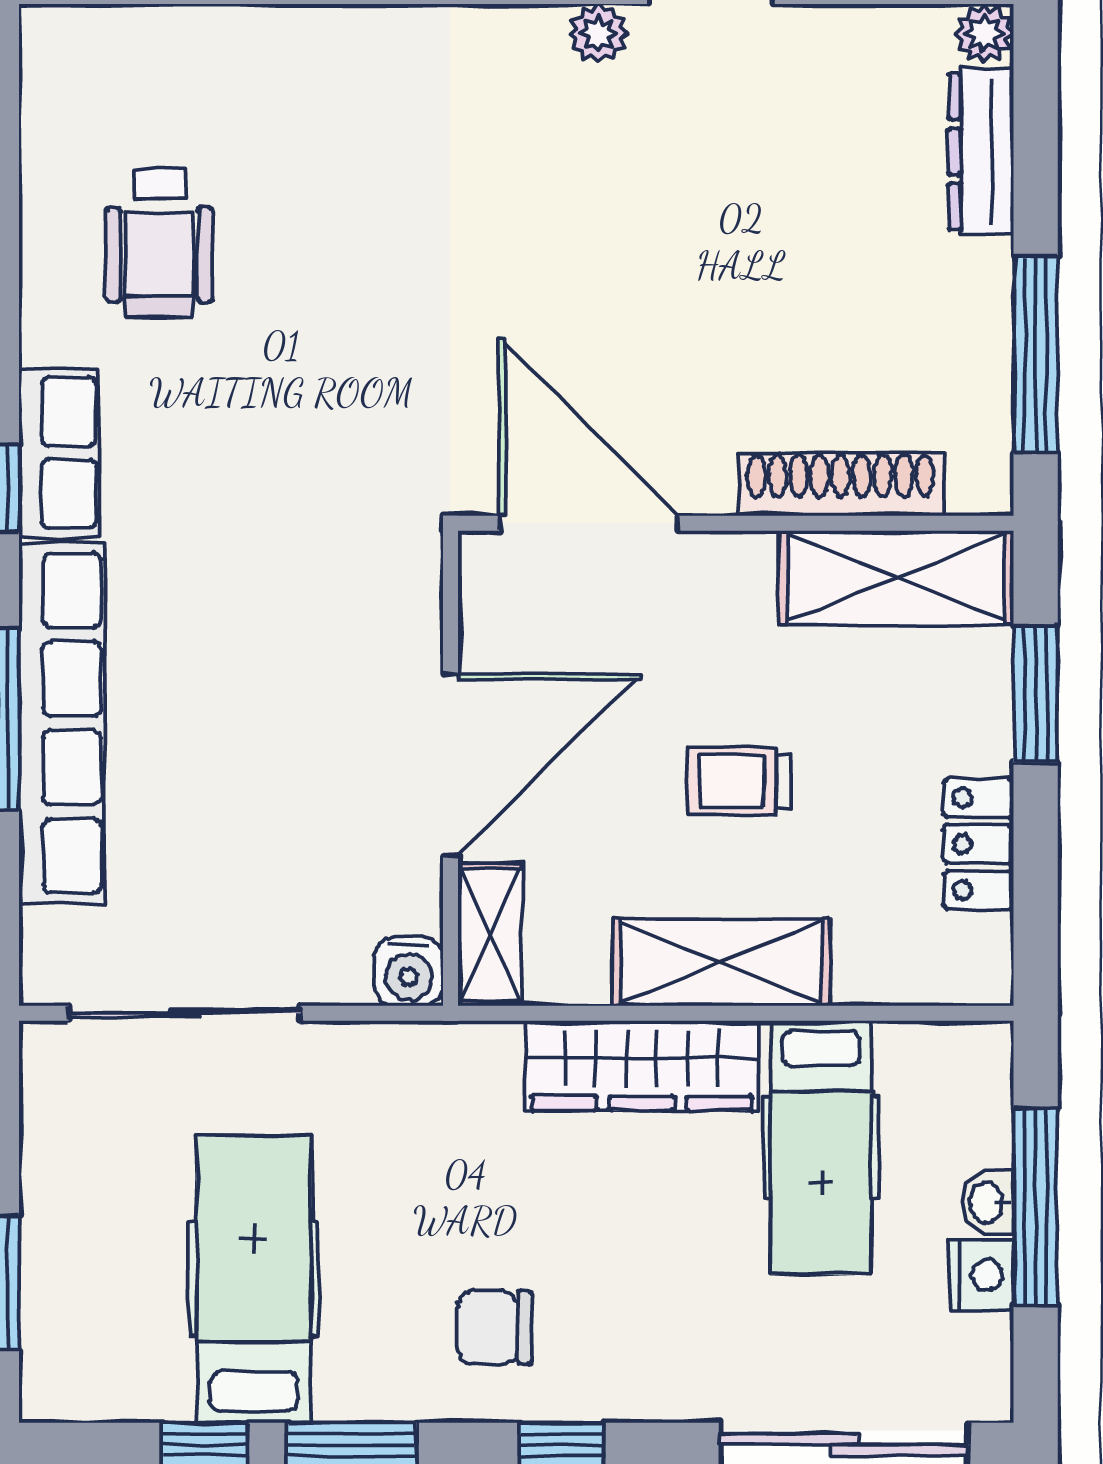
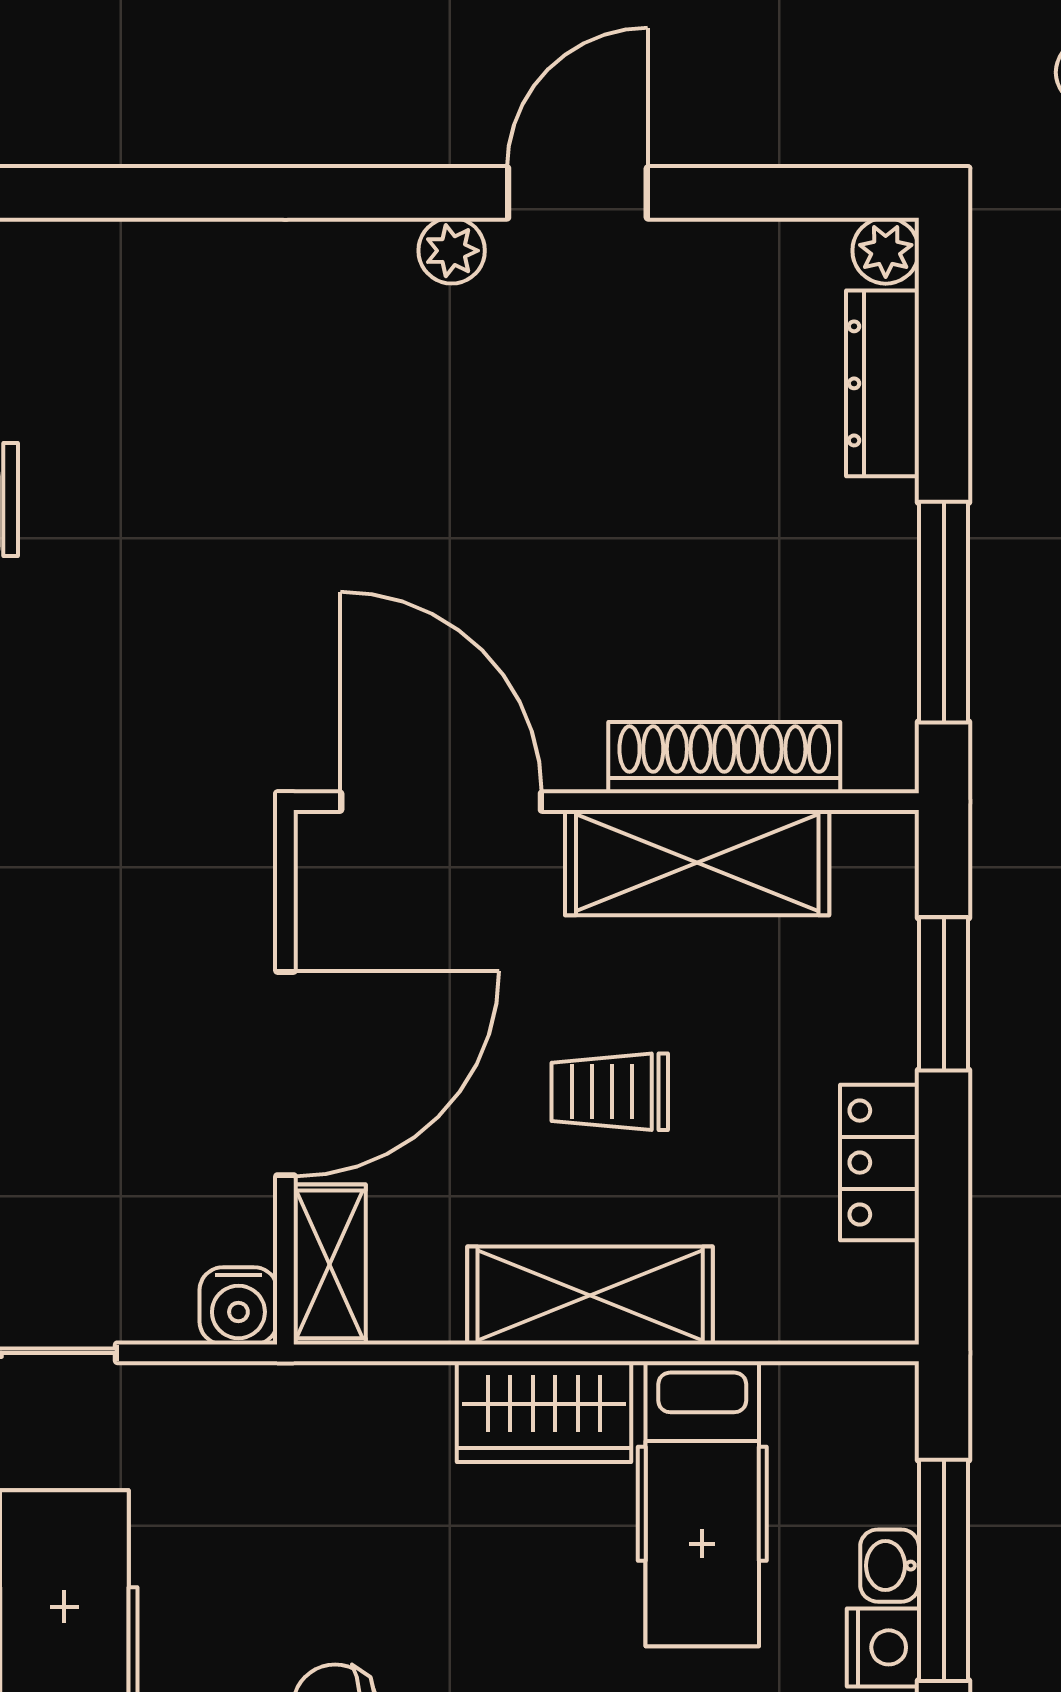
shelving: (896, 577) -> (697, 863), moved
wardrobe: (642, 1065) -> (544, 1412), width x0.67

